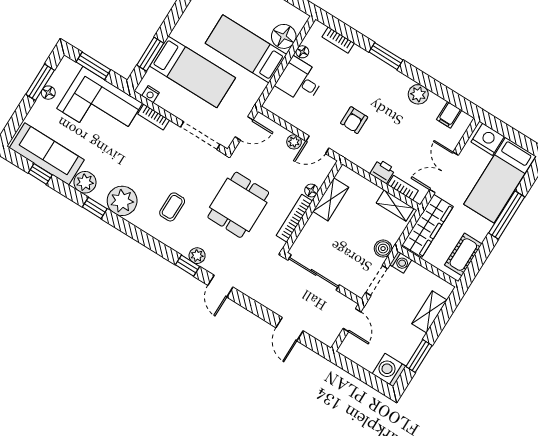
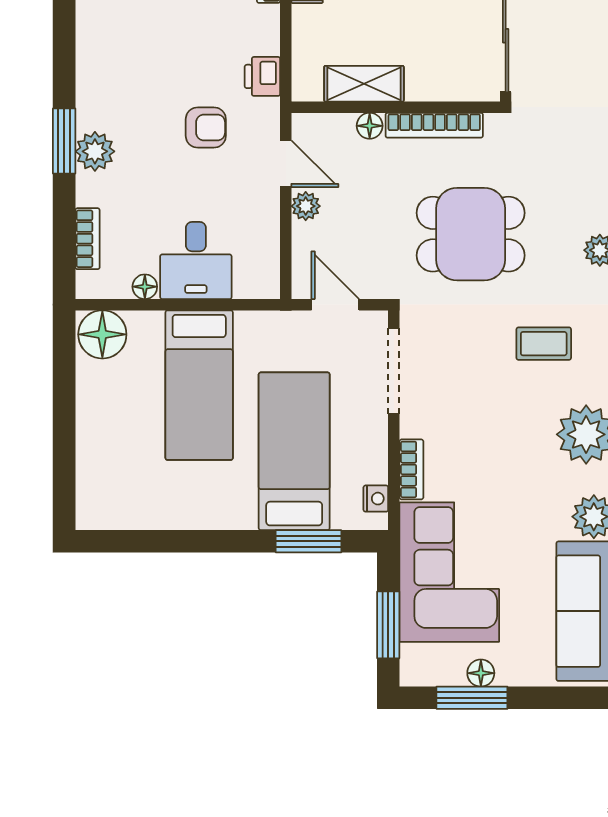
floor lamp: (284, 36) -> (102, 334), moved
plant: (418, 94) -> (95, 151), moved
printer: (383, 171) -> (262, 76), moved

